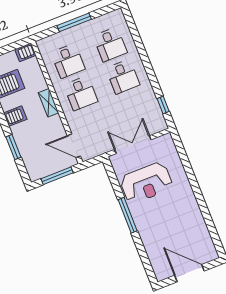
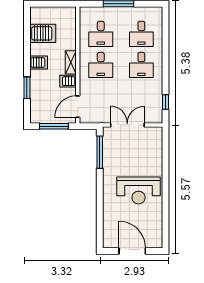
server rack: (25, 52) -> (68, 81), moved
door: (74, 146) -> (78, 107), hinge flipped
reception desk: (146, 183) -> (139, 190), moved
window: (128, 215) -> (100, 152), moved

